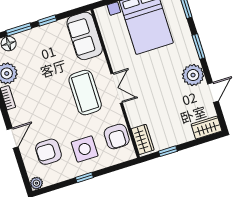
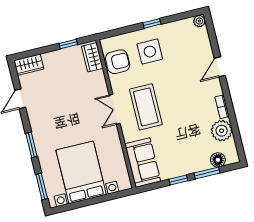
plant: (193, 75) -> (39, 117), removed
armchair: (117, 137) -> (118, 62), turned 90
armchair: (48, 152) -> (186, 51), removed

